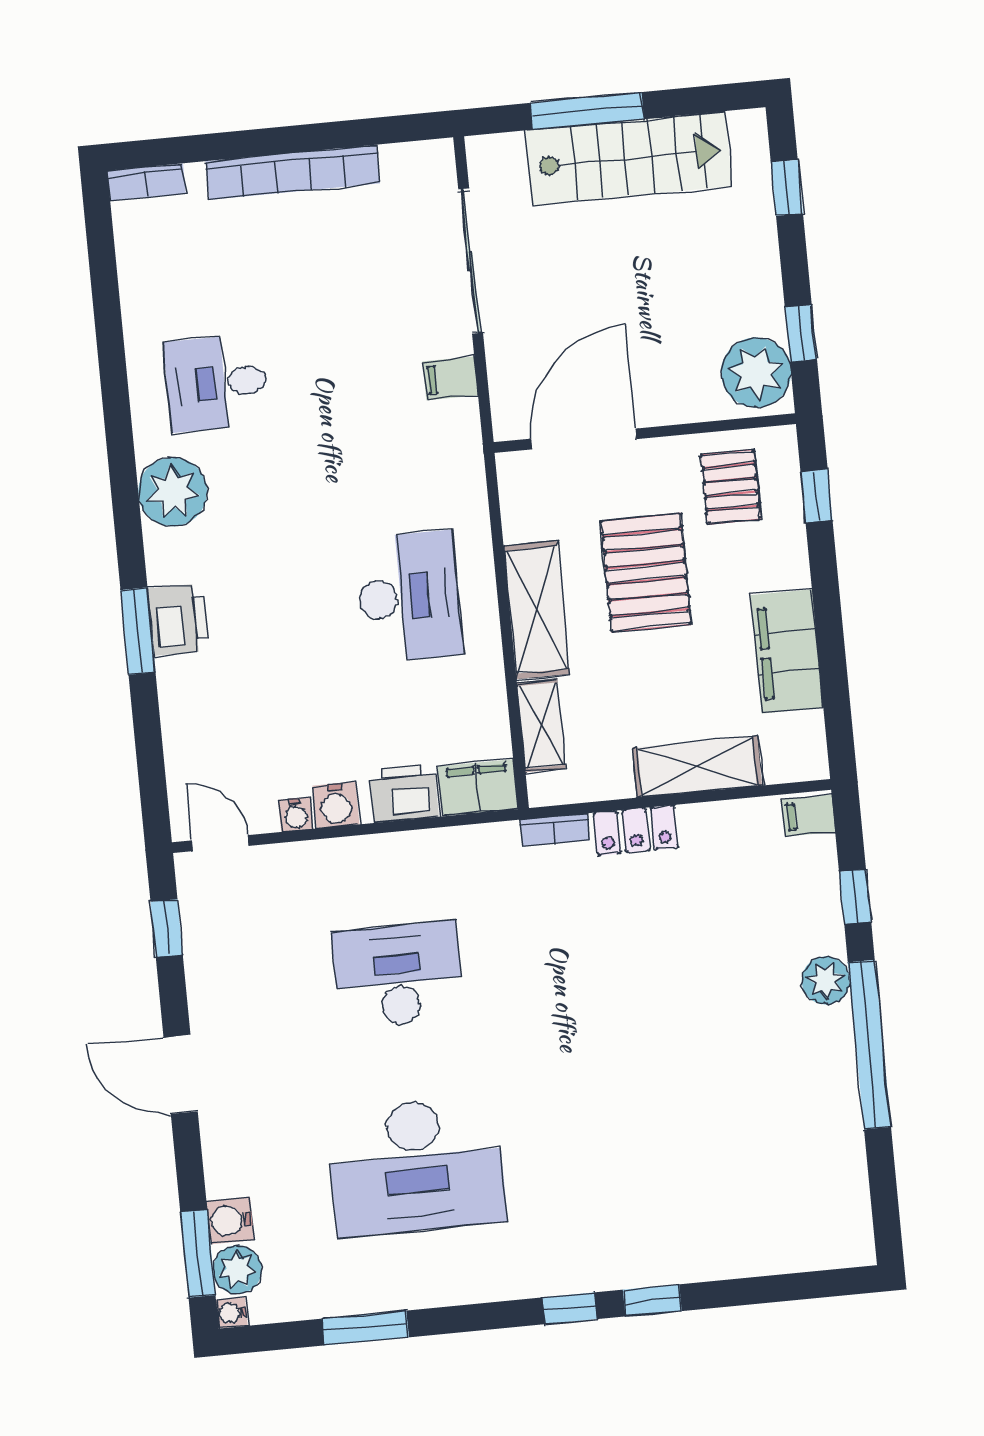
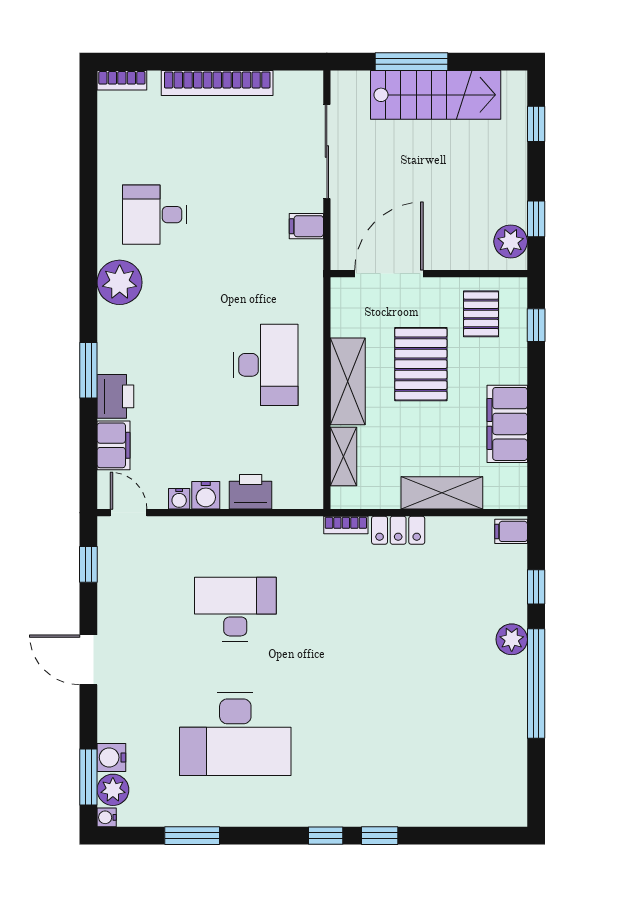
plant: (756, 373) -> (511, 241), width x0.73, depth x0.73
printer: (179, 619) -> (115, 396), moved
filing cabinet: (478, 788) -> (114, 445), moved, turned 90

